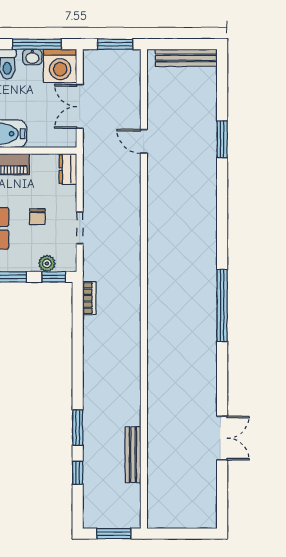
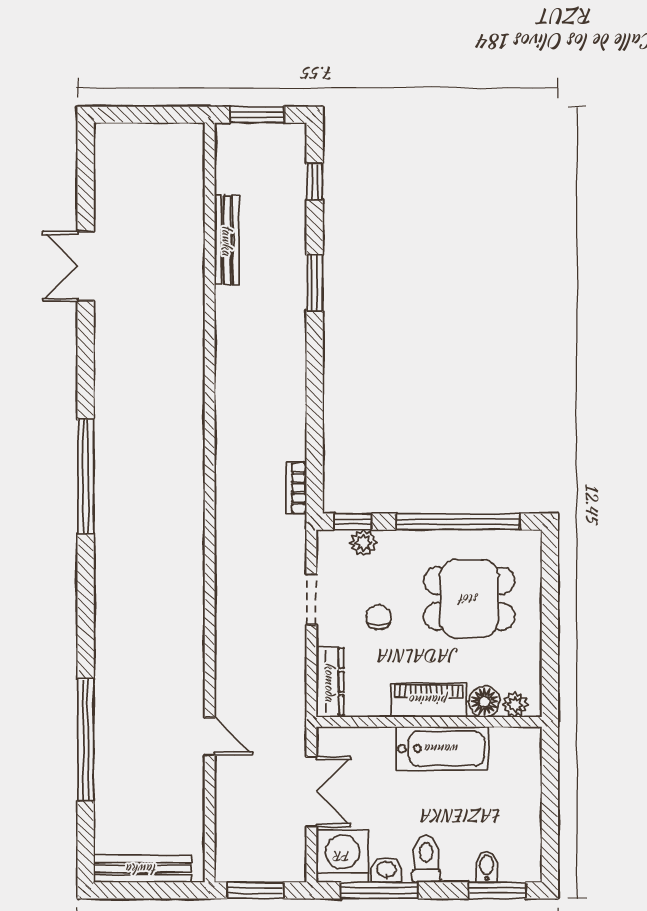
window: (222, 139) -> (86, 740), width x2.11
dresser: (68, 169) -> (330, 682), width x1.44
window: (78, 473) -> (315, 182), moved

